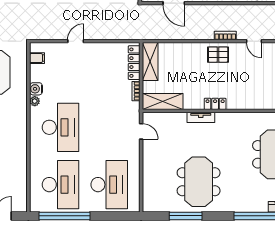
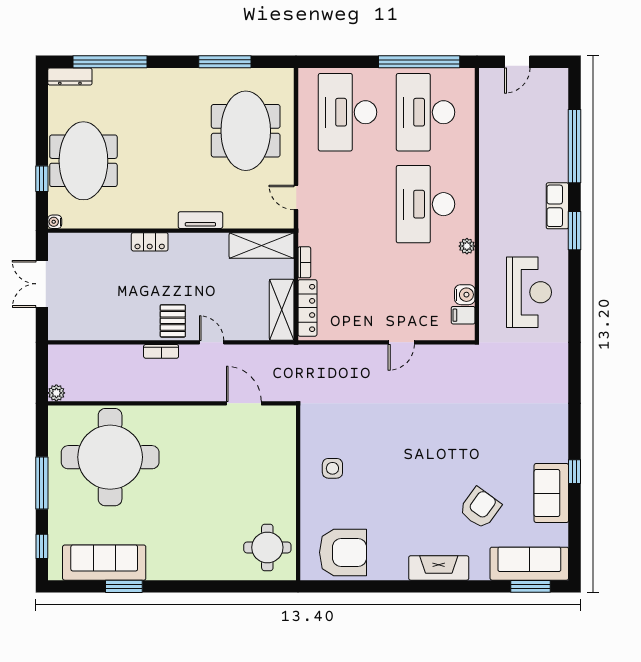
door: (254, 41) -> (212, 342), moved
pallet: (218, 55) -> (173, 321), turned 90
water cooler: (36, 89) -> (465, 295), moved
locker: (215, 104) -> (150, 242), moved
meeting table: (199, 182) -> (246, 131), moved

